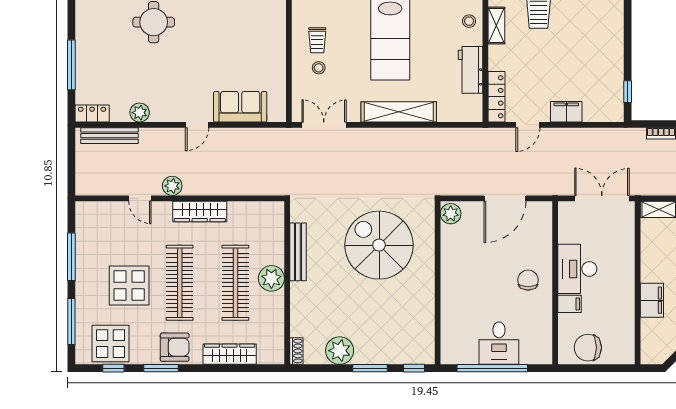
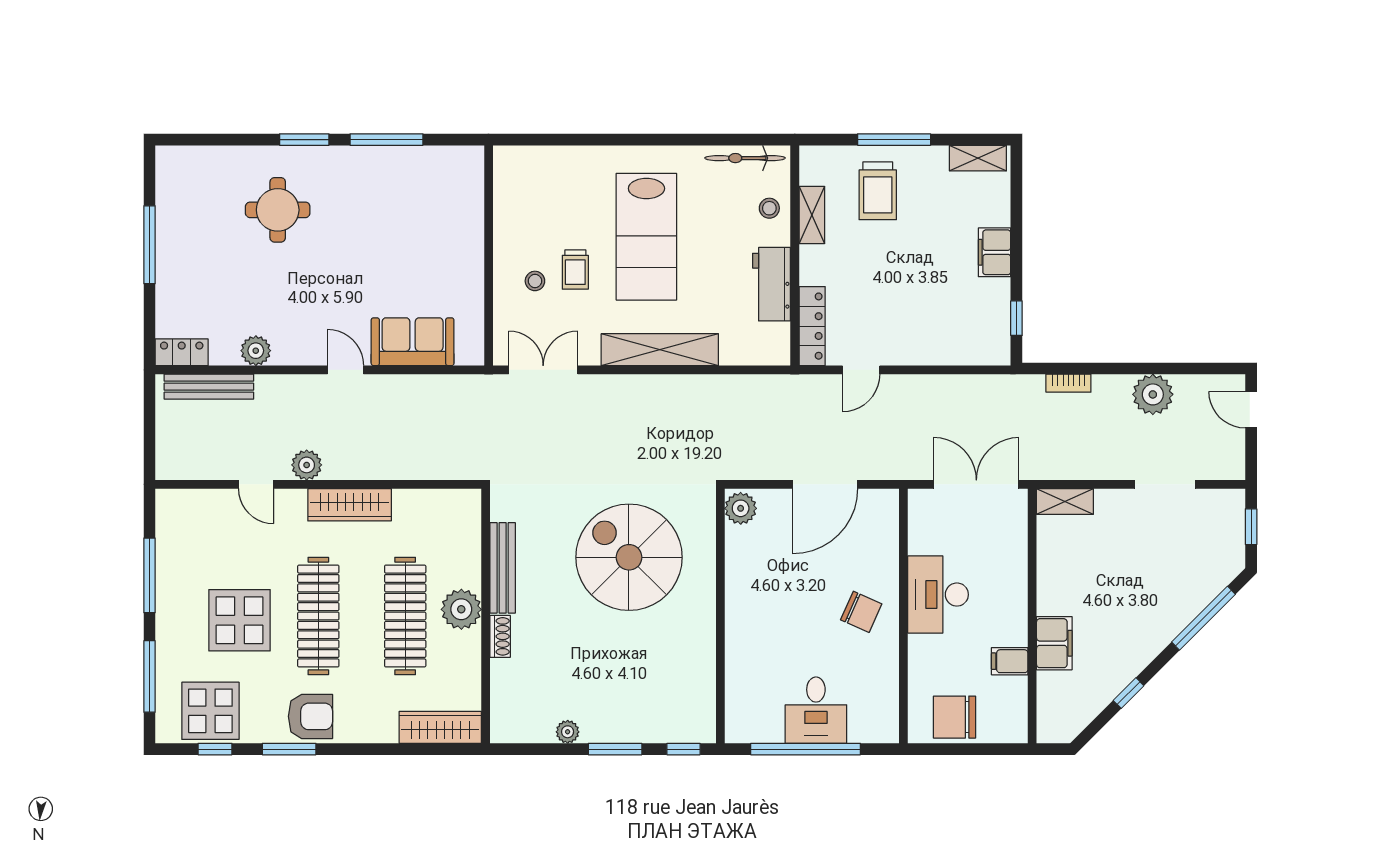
trolley: (317, 40) -> (575, 269), moved
window: (71, 65) -> (149, 245), moved
filing cabinet: (566, 112) -> (995, 252), moved, turned -90
door: (197, 125) -> (345, 370), swing flipped
chair: (528, 280) -> (861, 612), turned 114
filing cabinet: (570, 304) -> (1010, 661), moved, turned 180
shoe rack: (296, 351) -> (500, 636), moved
plant: (340, 351) -> (568, 732), width x0.53, depth x0.53
wardrobe: (230, 354) -> (440, 727), moved

